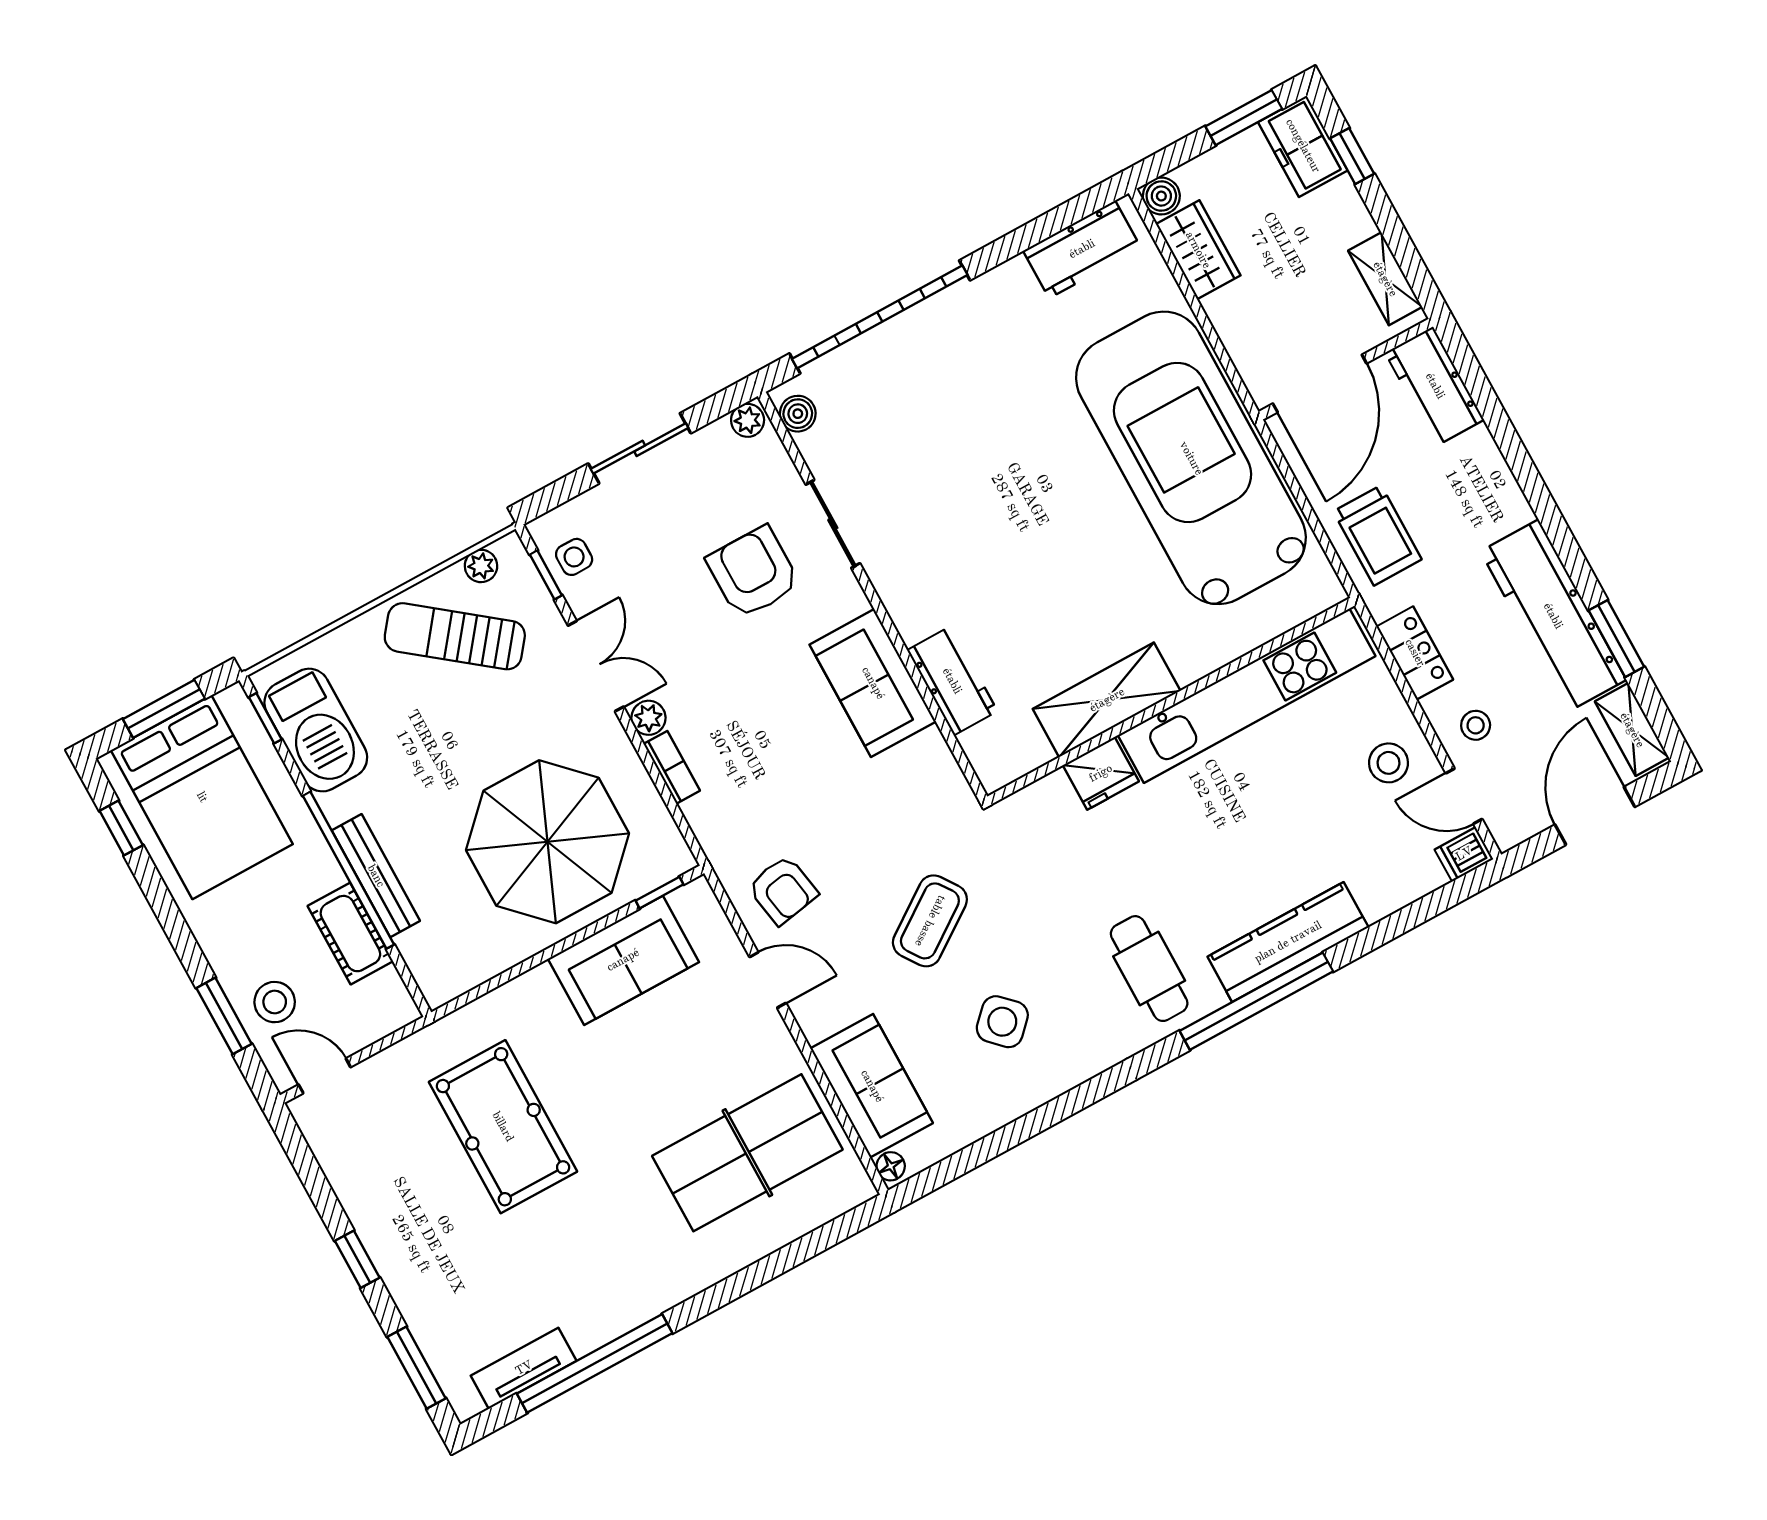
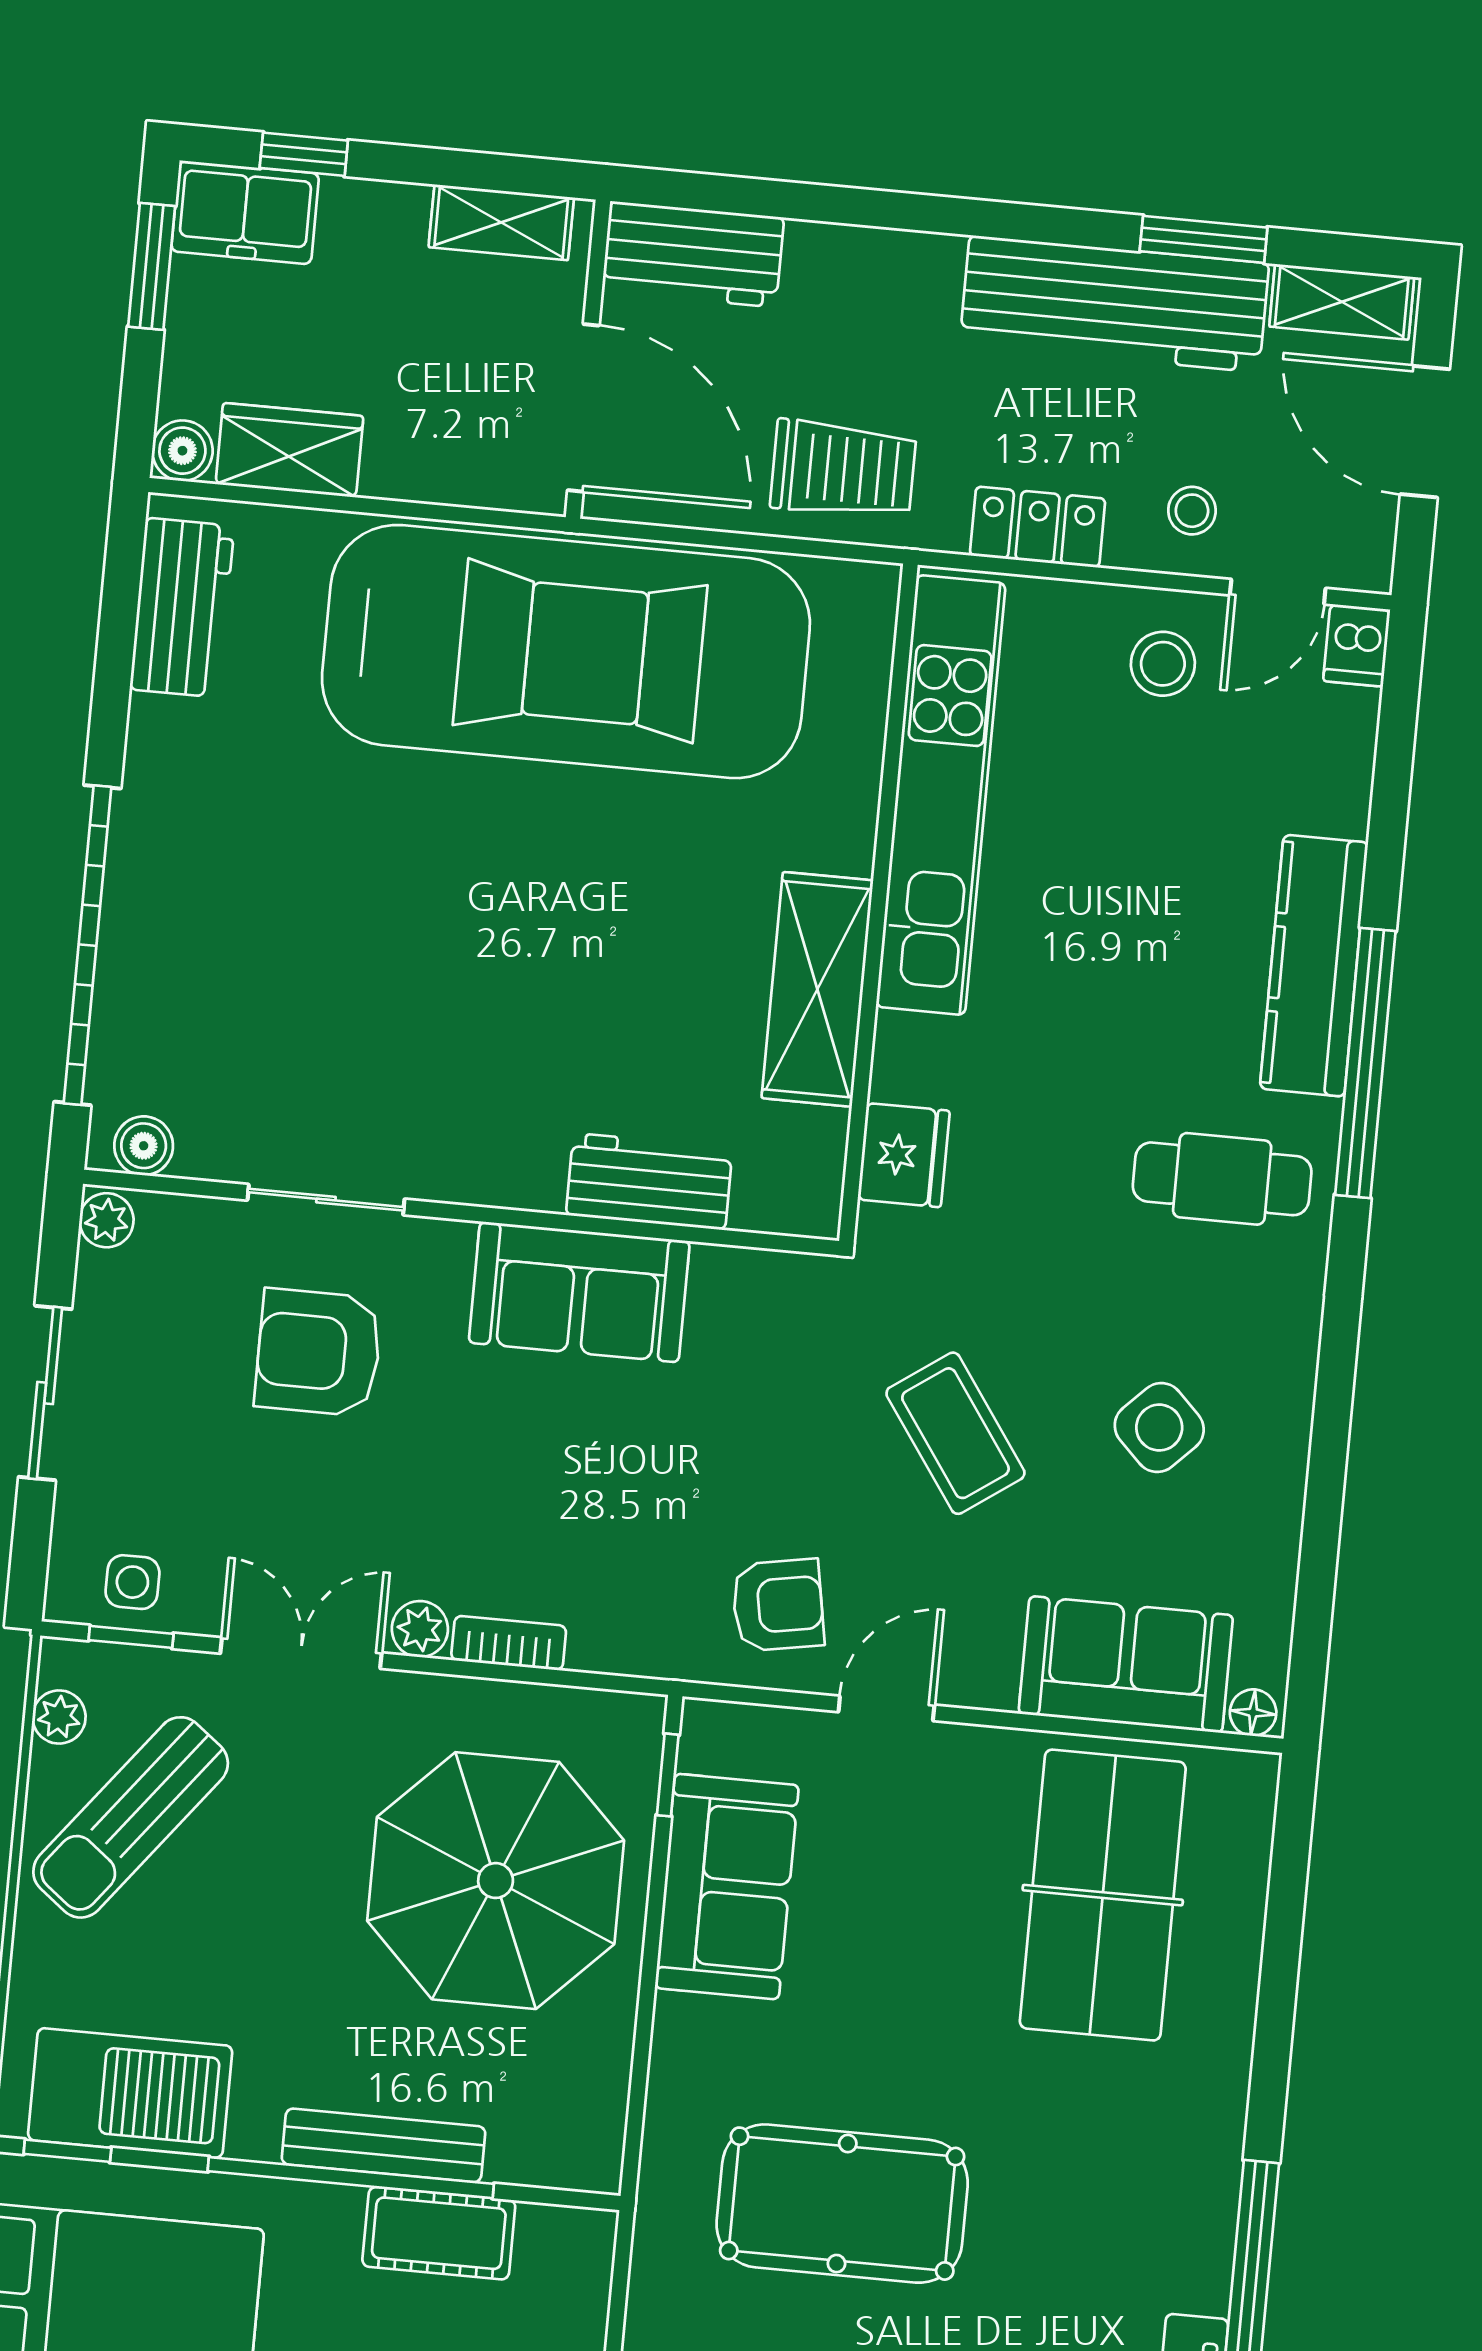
car: (1191, 458) -> (566, 652), turned 180
fridge: (1101, 773) -> (904, 1155), moved

